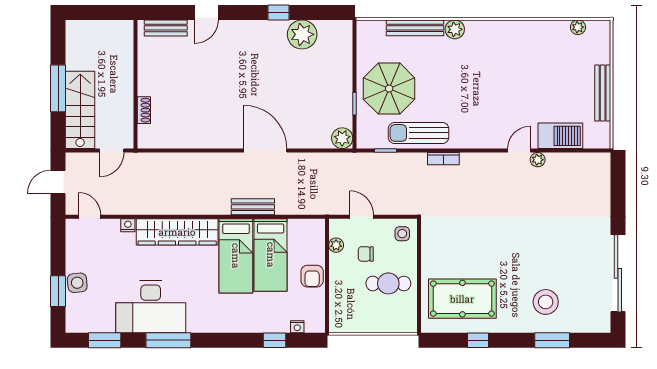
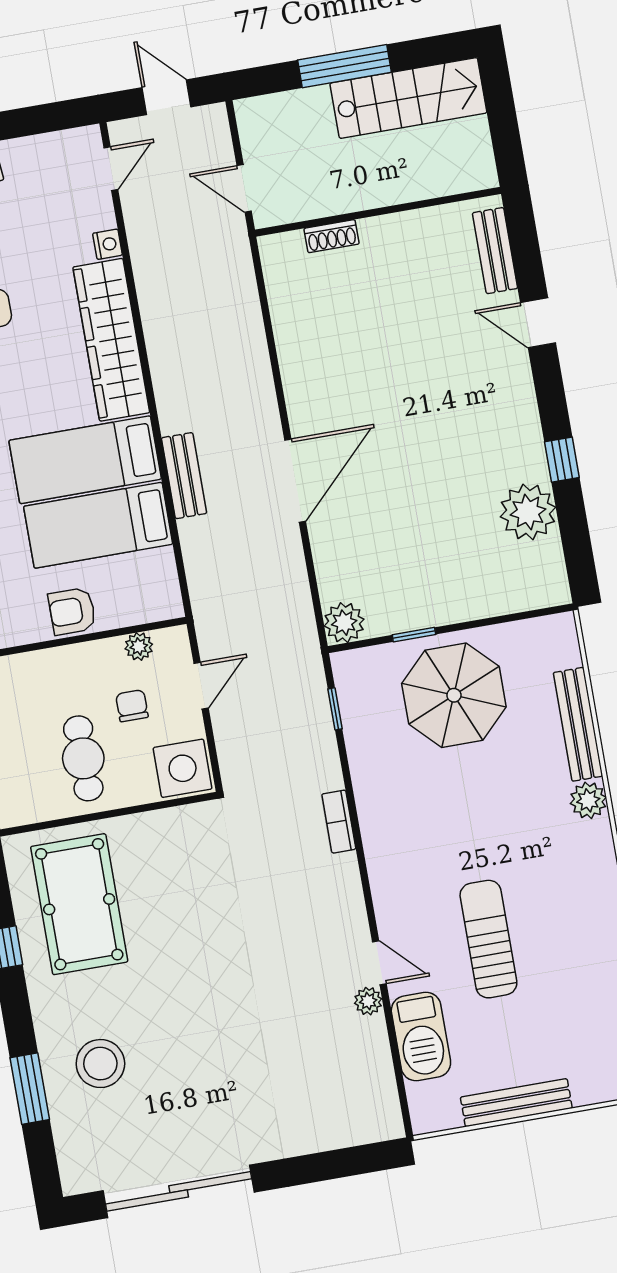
stairs: (80, 110) -> (408, 98), moved
sun lounger: (419, 133) -> (488, 939), moved
side table: (402, 234) -> (183, 768), width x1.87, depth x1.87

